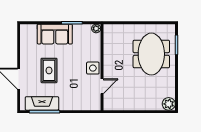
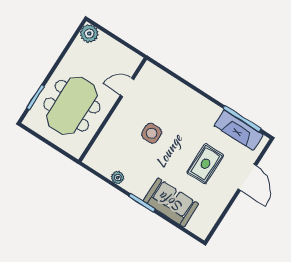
wall: (102, 67) -> (113, 110), moved
door: (102, 86) -> (127, 87), moved

